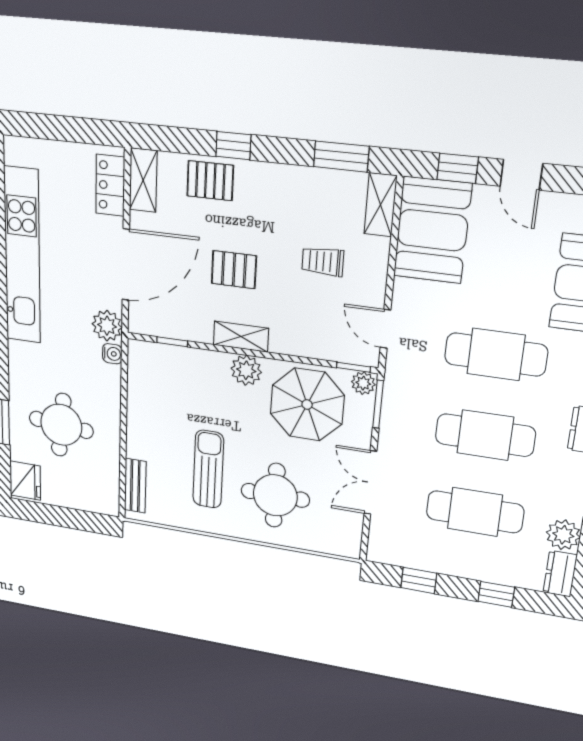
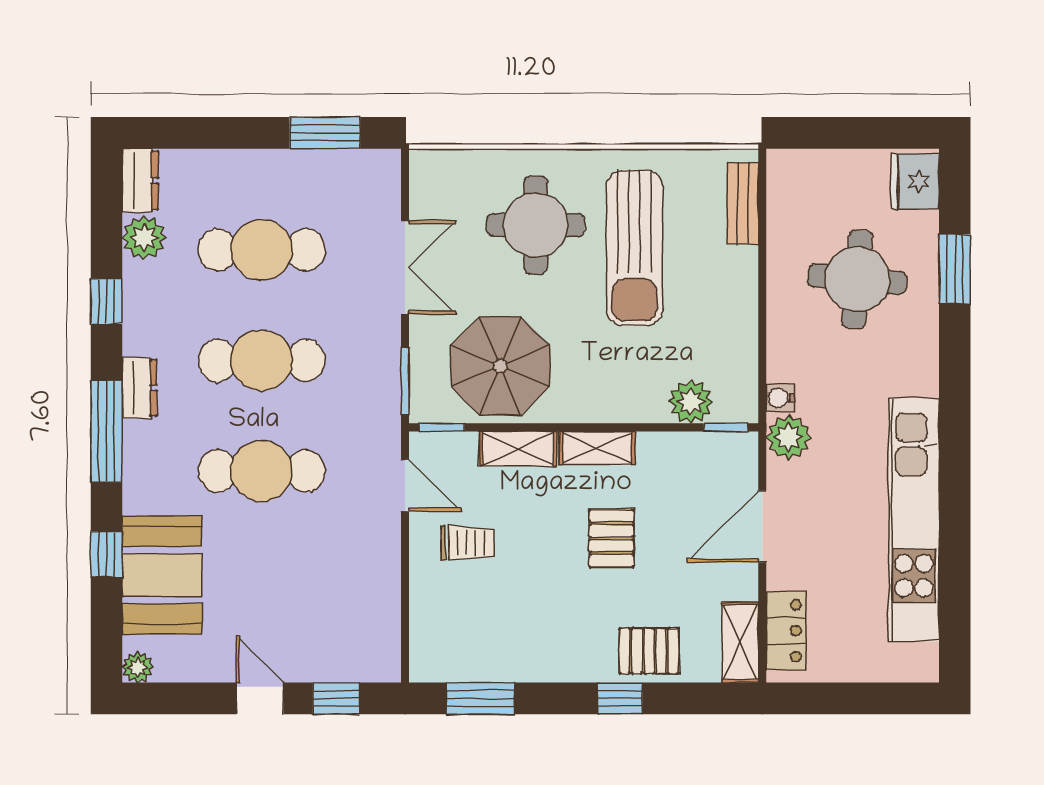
shelving: (380, 205) -> (518, 449), moved, turned 90
booth: (432, 230) -> (359, 620), removed
trolley: (323, 261) -> (468, 543), moved
door: (126, 265) -> (762, 527), width x0.73
pallet: (234, 270) -> (611, 538), turned 90
window: (172, 342) -> (726, 427), moved
plant: (246, 370) -> (691, 402), moved
plant: (363, 383) -> (427, 407), removed
sun lounger: (208, 469) -> (634, 248), width x1.36, depth x1.34
window: (419, 580) -> (325, 133), width x1.50
window: (496, 594) -> (219, 133), removed

